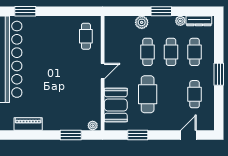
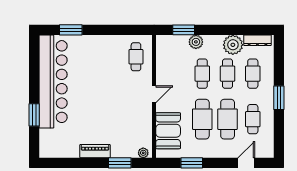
window: (161, 11) -> (184, 30), moved
plant: (180, 21) -> (233, 45), width x1.87, depth x1.87
cafe table: (171, 94) -> (228, 119), added
piano: (28, 124) -> (95, 151), moved

